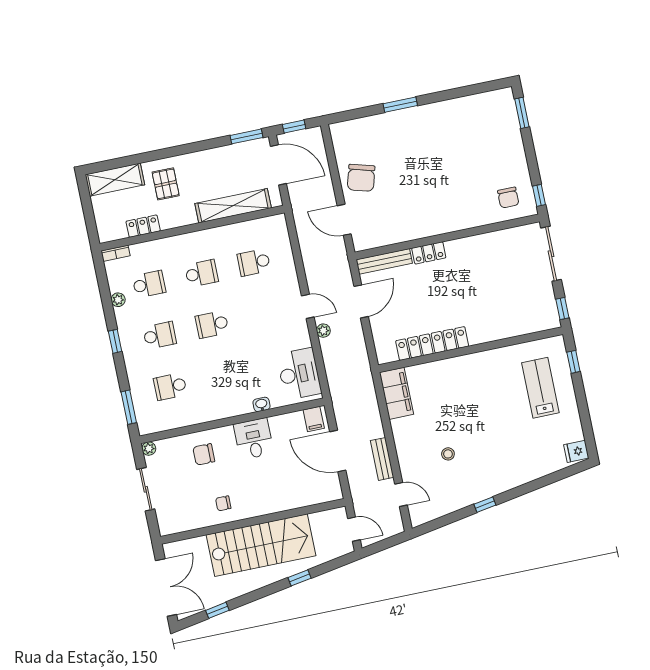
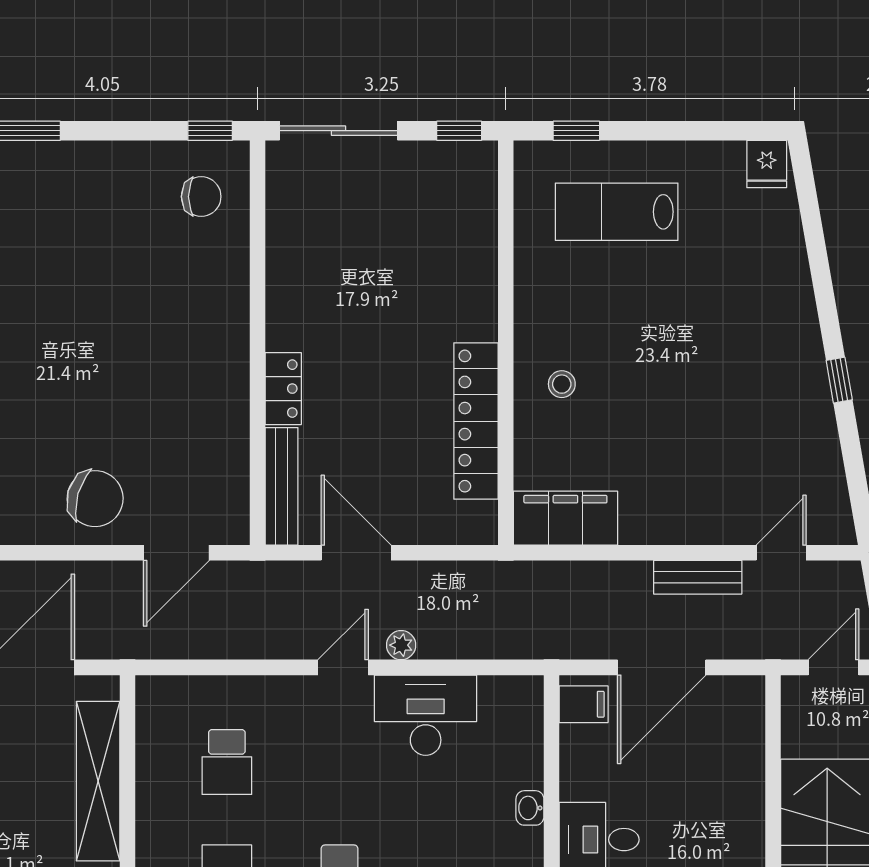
desk: (299, 374) -> (426, 715), moved
stool: (448, 454) -> (562, 384), moved

